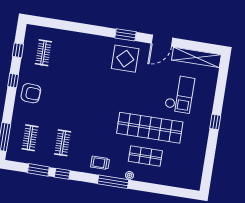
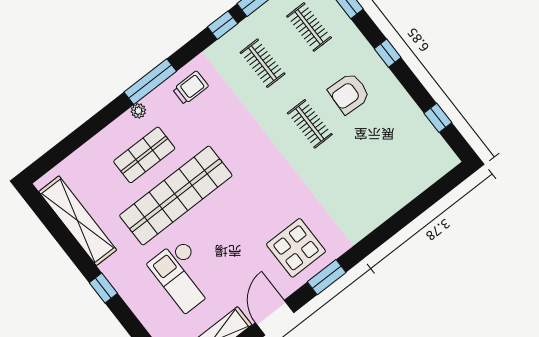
clothes rail: (43, 53) -> (310, 124), moved
window: (13, 81) -> (388, 53), moved
armchair: (31, 93) -> (349, 93), moved
shelving: (198, 158) -> (78, 221), added

